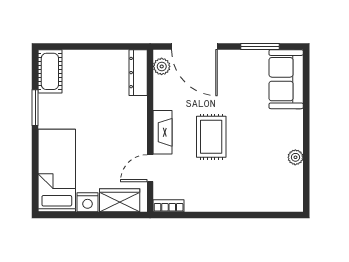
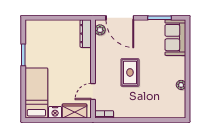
cot: (50, 71) -> (32, 33), removed
fireplace: (163, 132) -> (101, 70), removed

